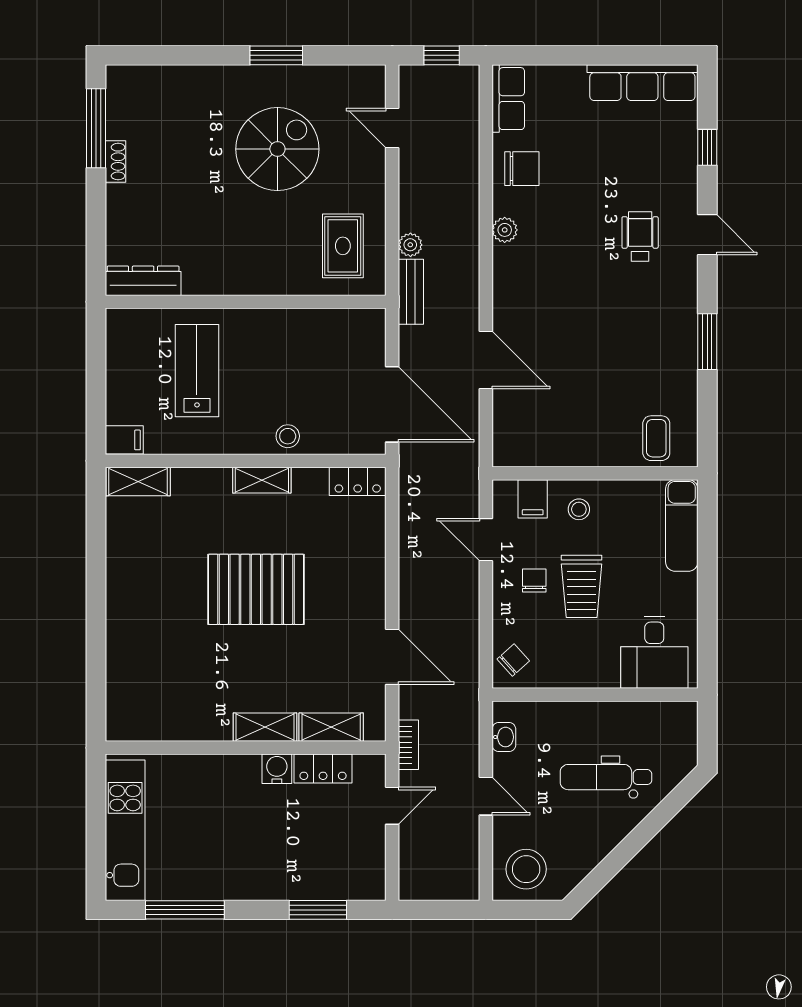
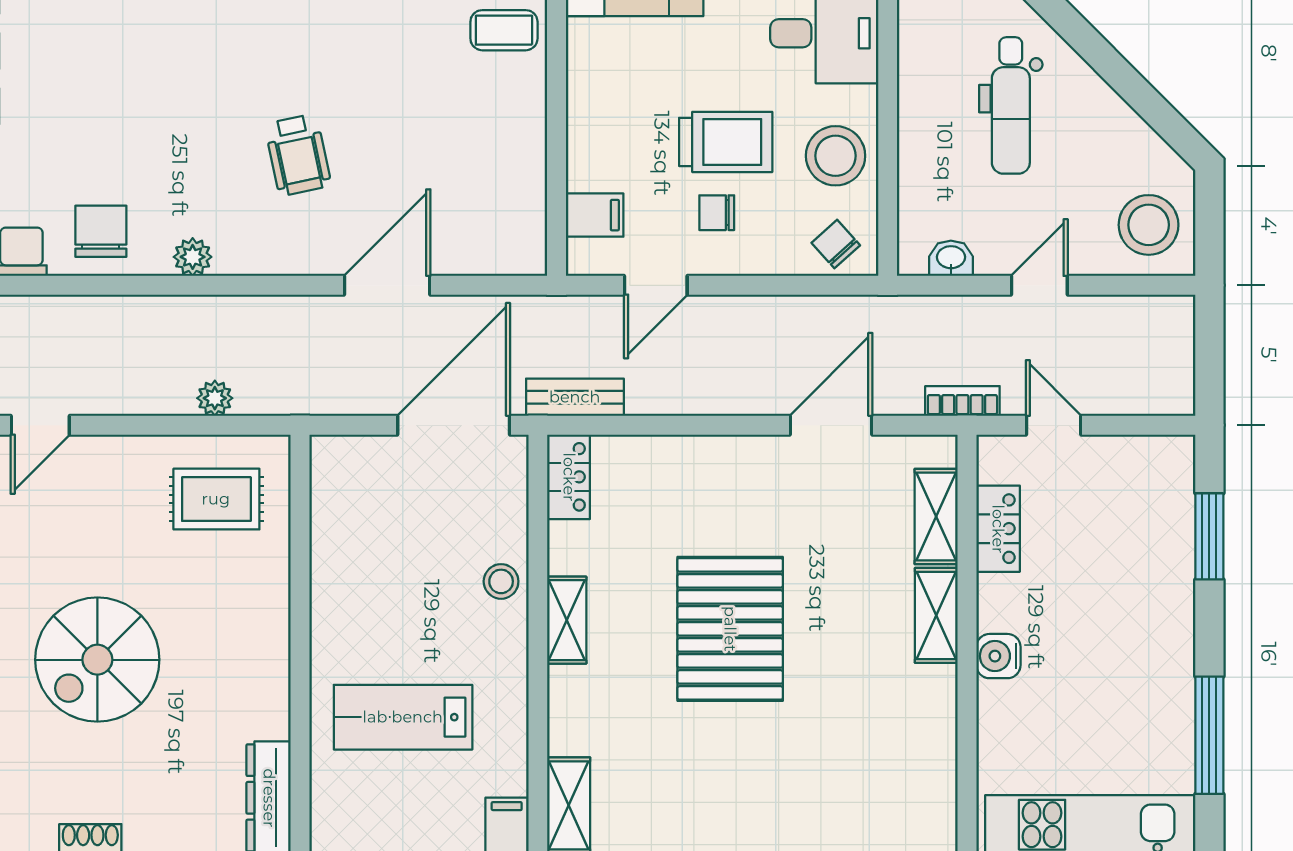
spiral stairs: (277, 149) -> (97, 660), moved, turned -90
wheelchair: (640, 236) -> (298, 155), moved, turned -102
bench: (411, 292) -> (575, 397), moved
stool: (579, 509) -> (836, 156), moved, width x1.89, depth x1.89
water cooler: (277, 769) -> (998, 656), moved

